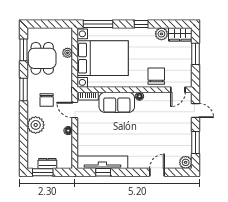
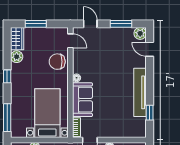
bed with nightstands: (103, 58) -> (47, 113), width x0.73
door: (196, 111) -> (90, 24), hinge flipped
tv unit: (102, 162) -> (140, 92), moved
door: (157, 172) -> (150, 49), moved

